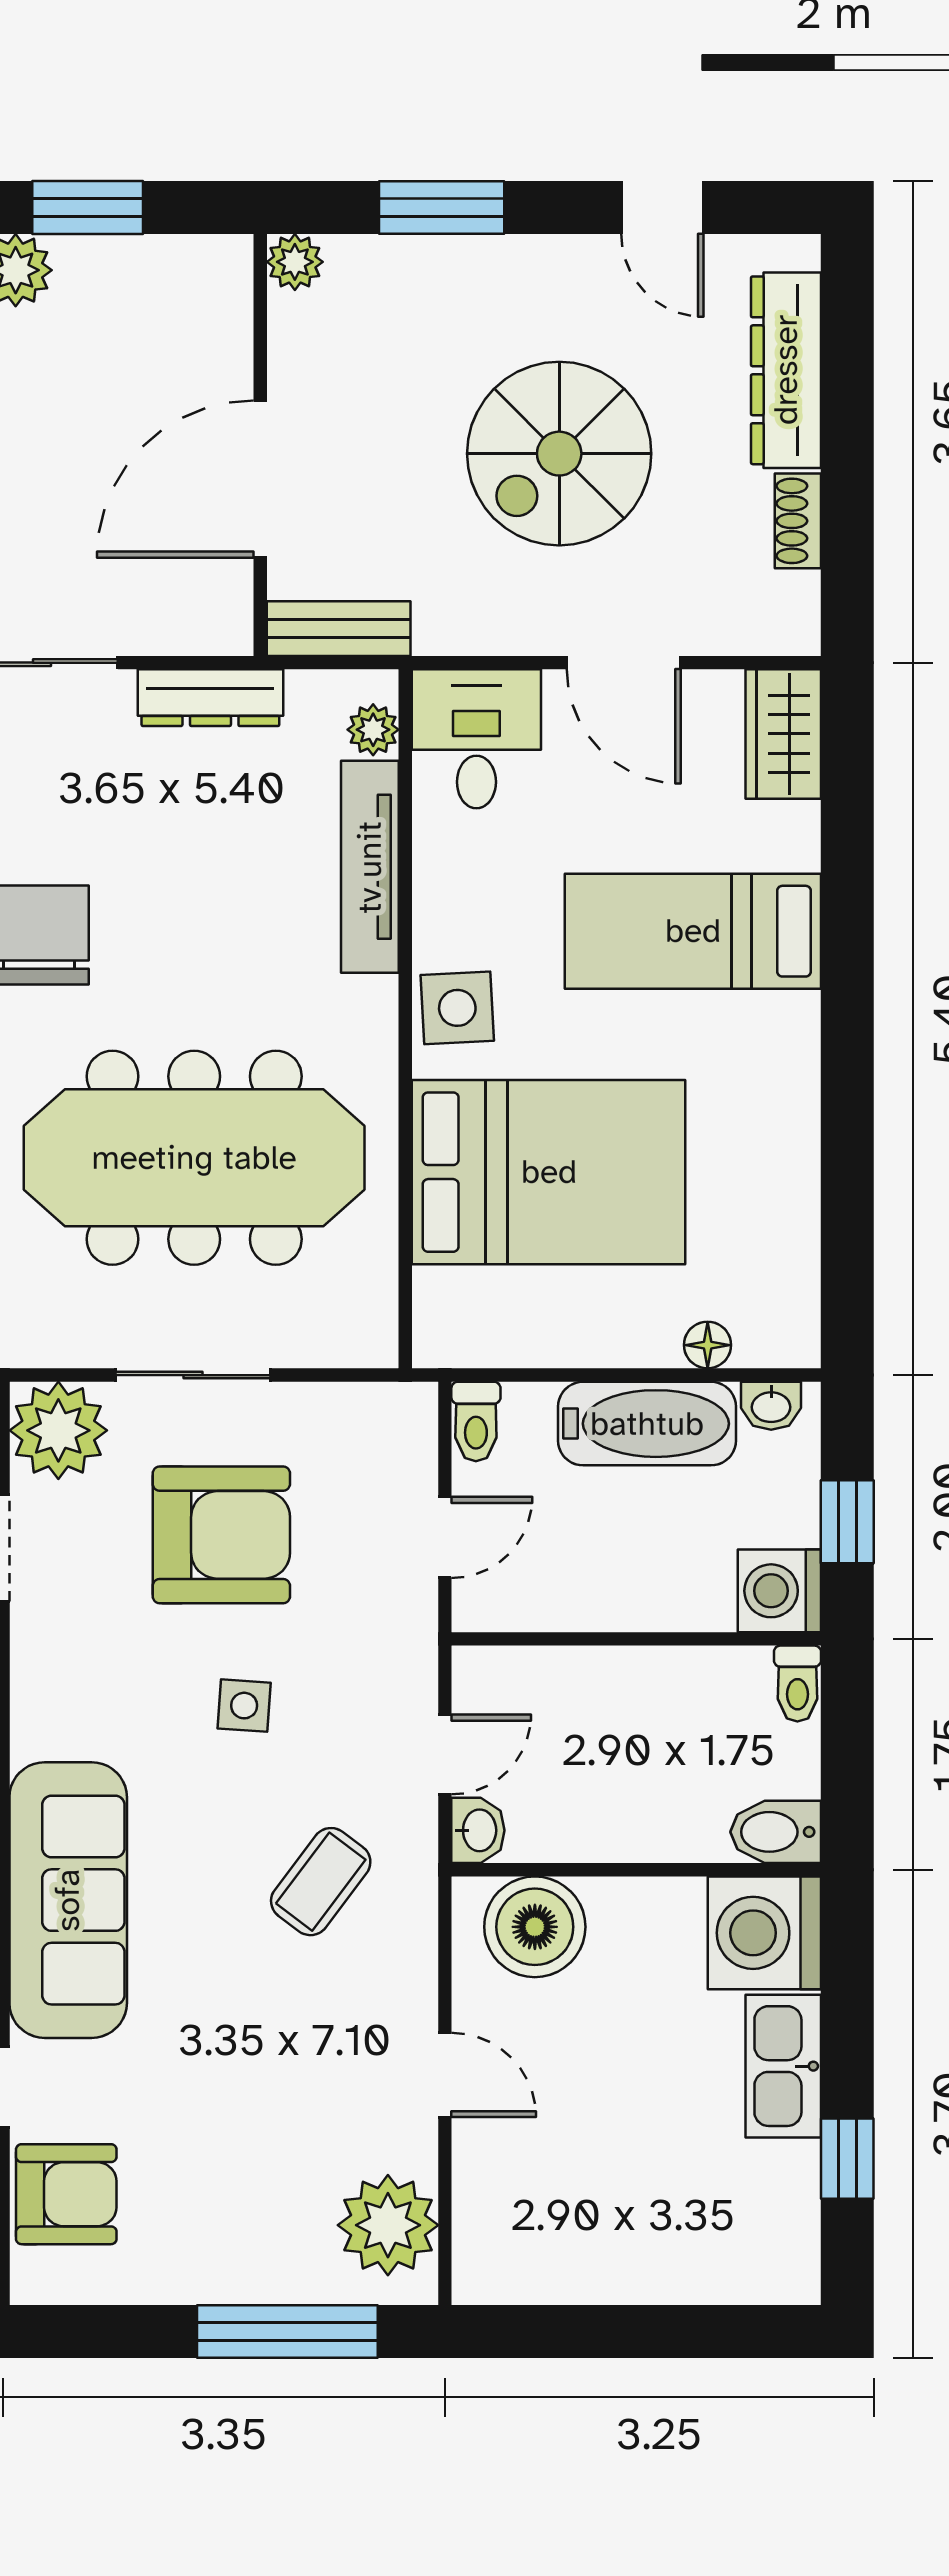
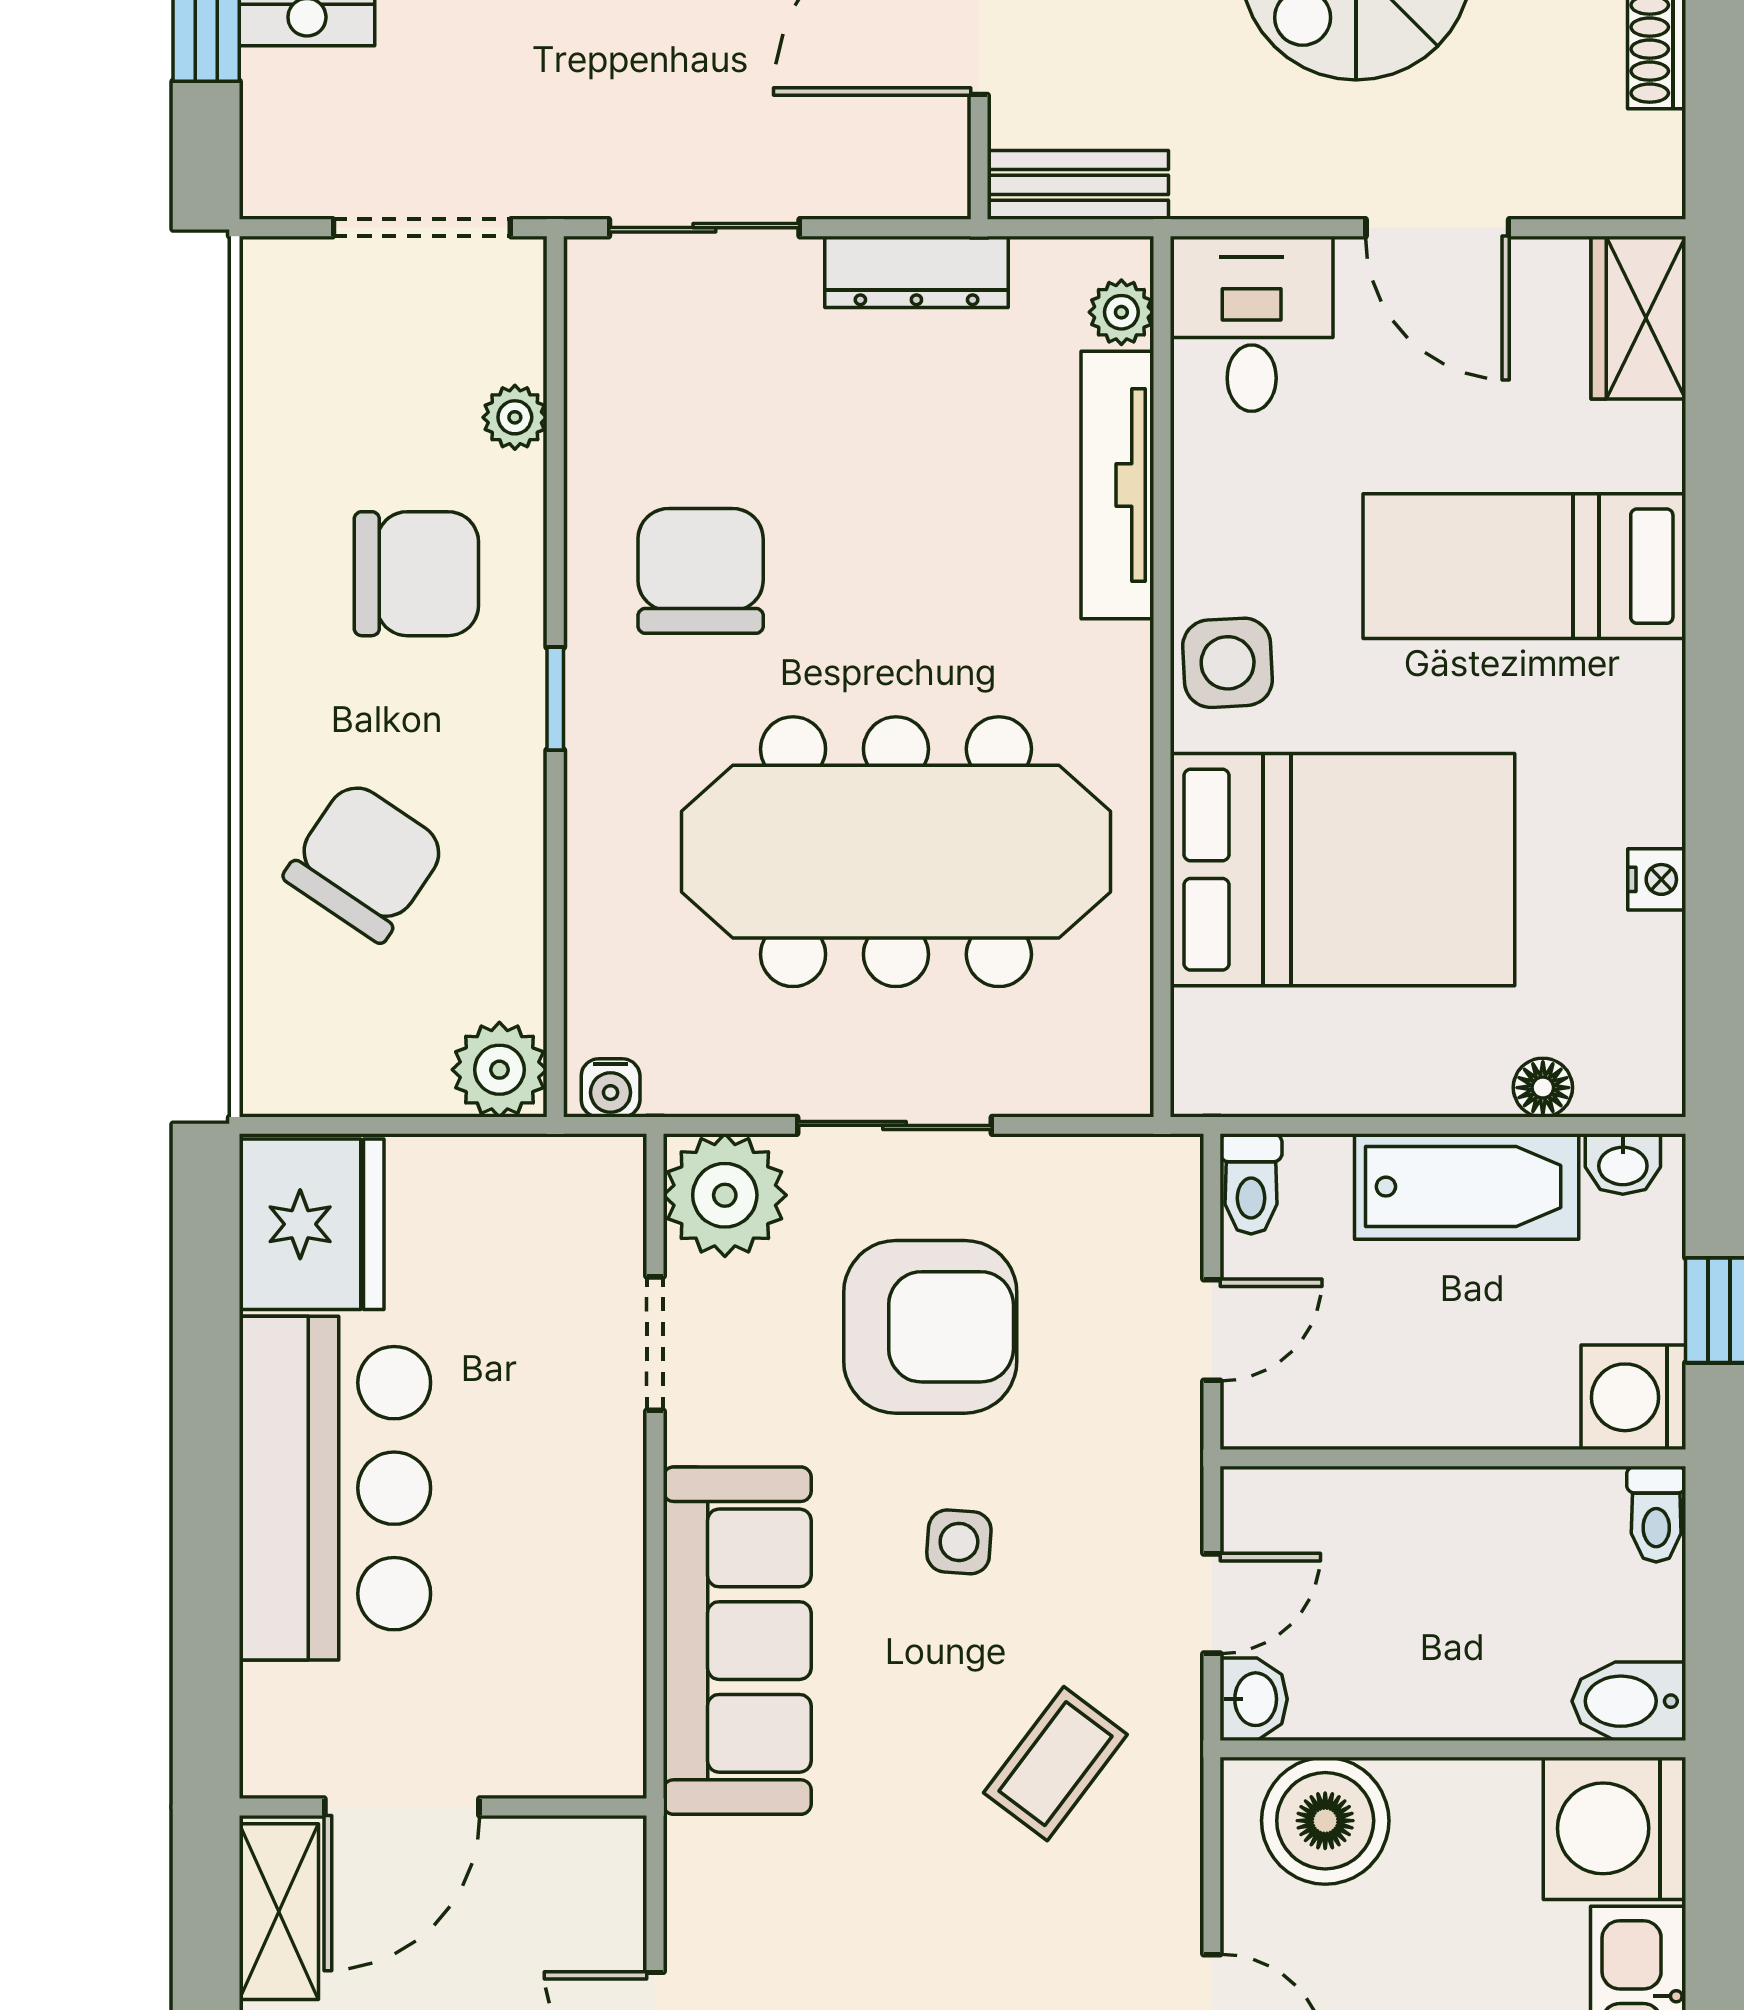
nightstand: (798, 1180) -> (1657, 879), added
sofa: (68, 1900) -> (737, 1641), moved

